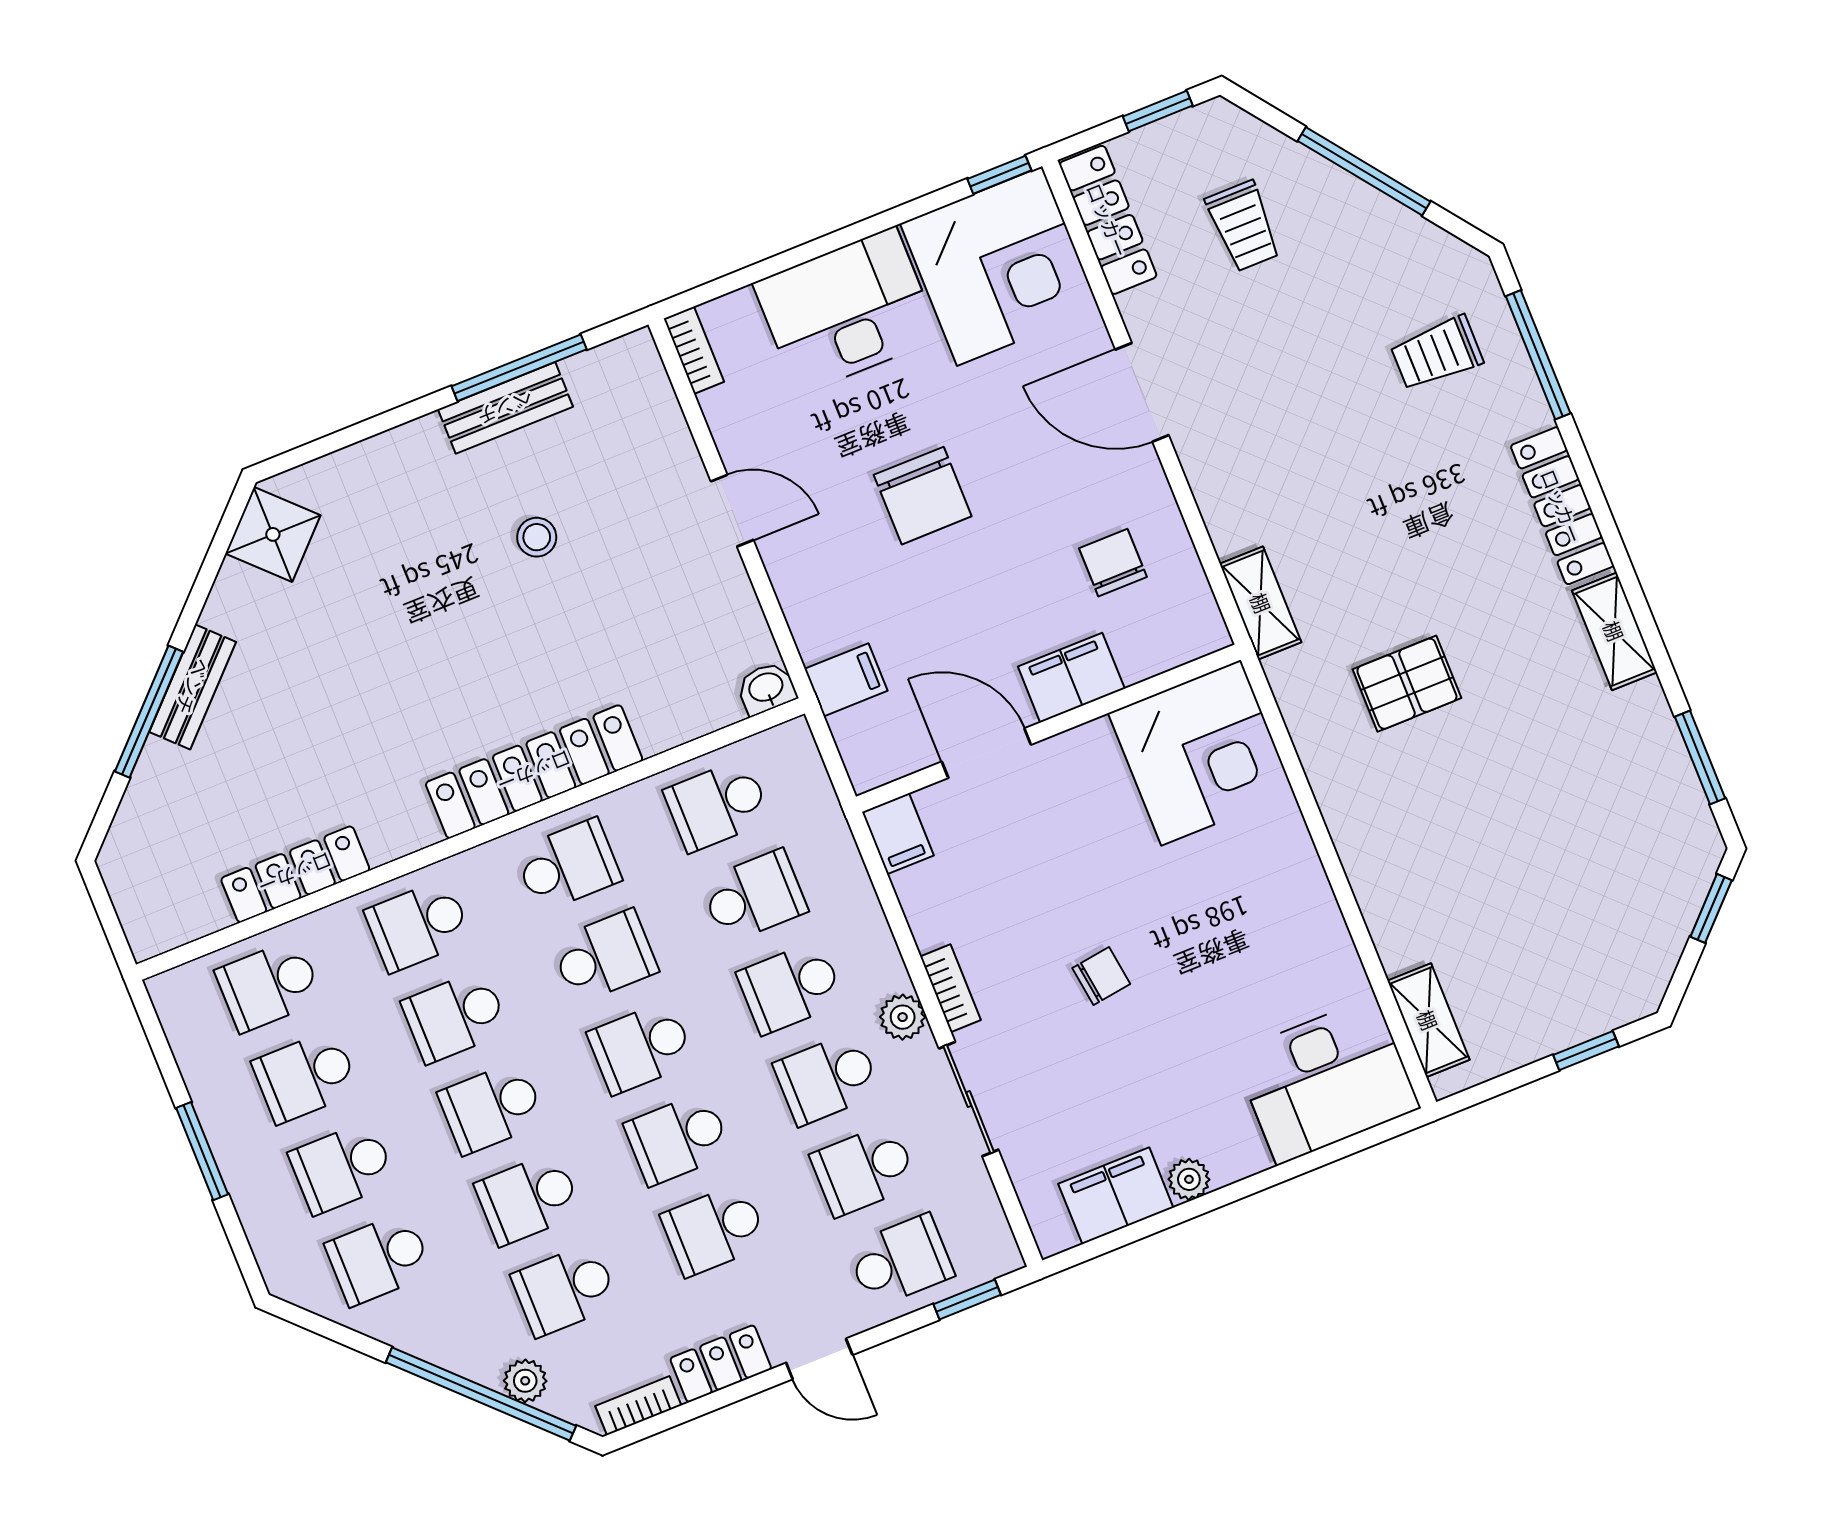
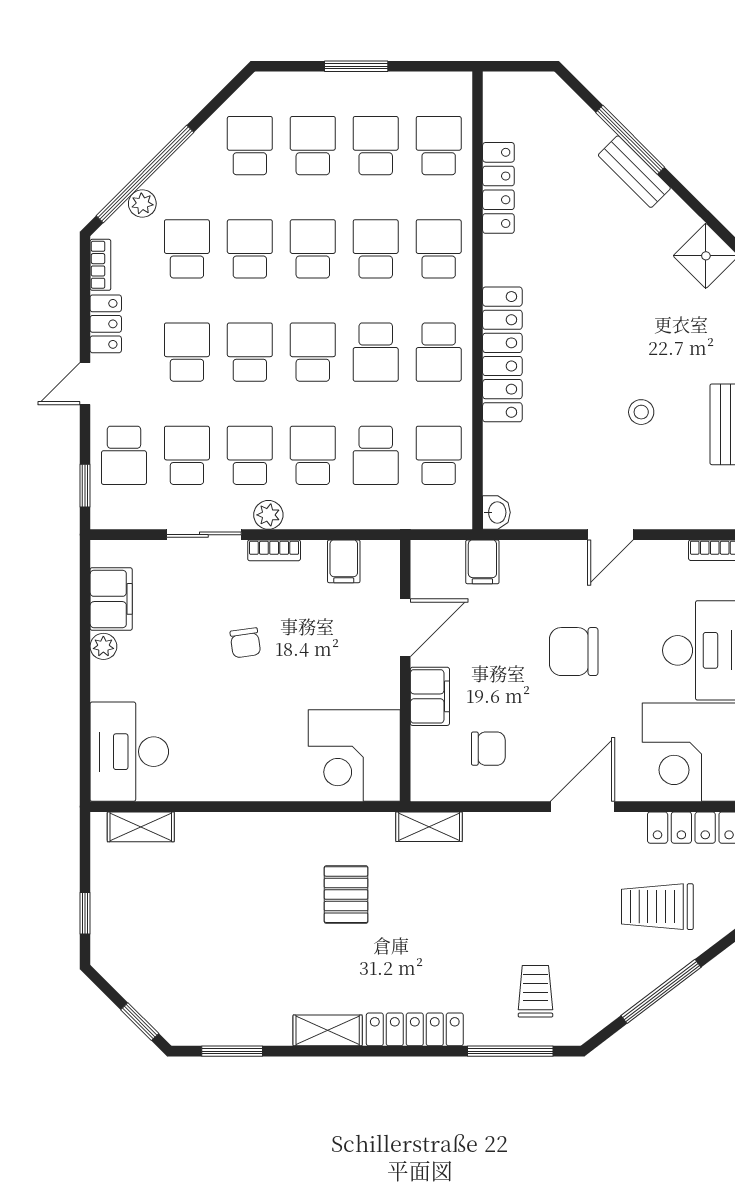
trolley: (1243, 226) -> (657, 907), width x1.36, depth x1.39
filing cabinet: (898, 834) -> (344, 561), moved, turned -90

